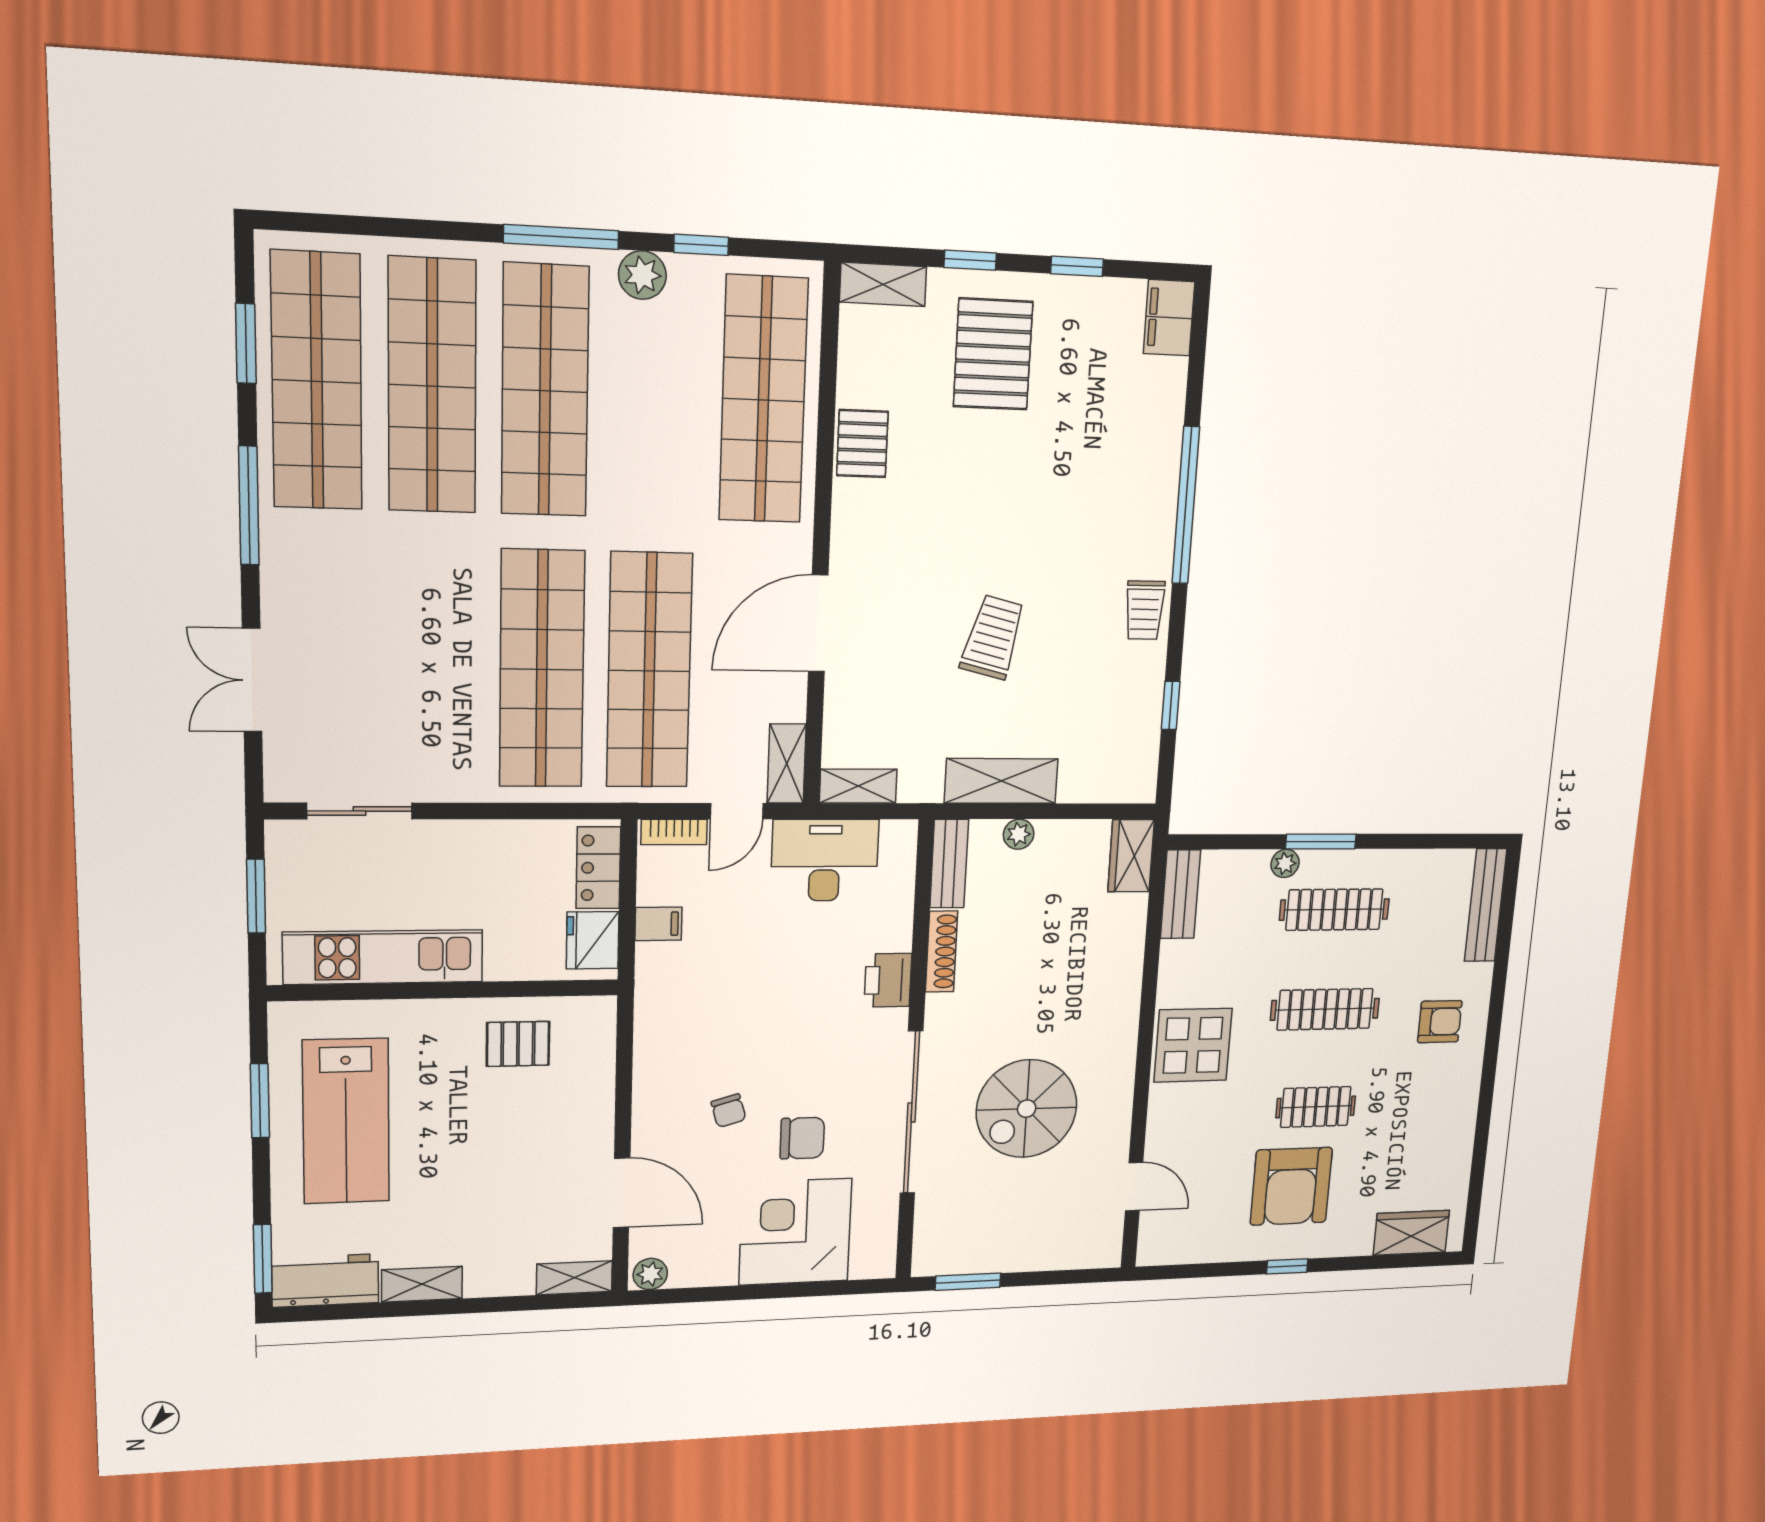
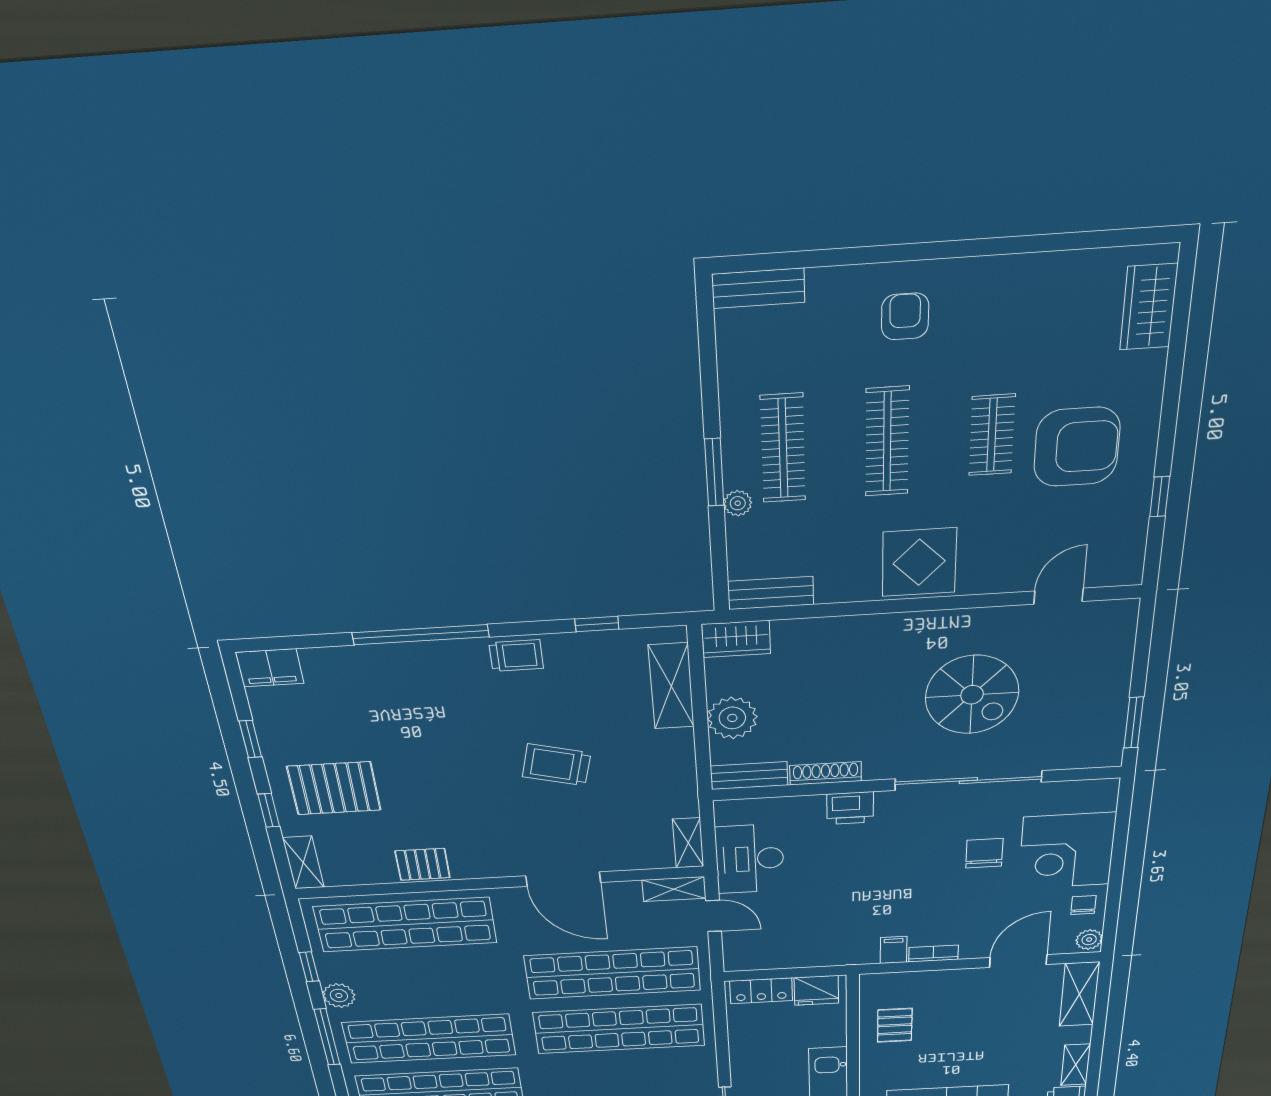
shelving: (1001, 781) -> (671, 686), moved
bookcase: (674, 832) -> (933, 954), moved, turned -90
plant: (1019, 834) -> (732, 718), width x1.88, depth x1.88
bench: (1486, 905) -> (758, 288), width x0.73
filing cabinet: (658, 924) -> (894, 950), moved
chair: (729, 1111) -> (1083, 905), moved, turned -74
window: (1287, 1266) -> (1160, 497), moved
shelving: (574, 1278) -> (1079, 994), width x1.50, depth x1.33

